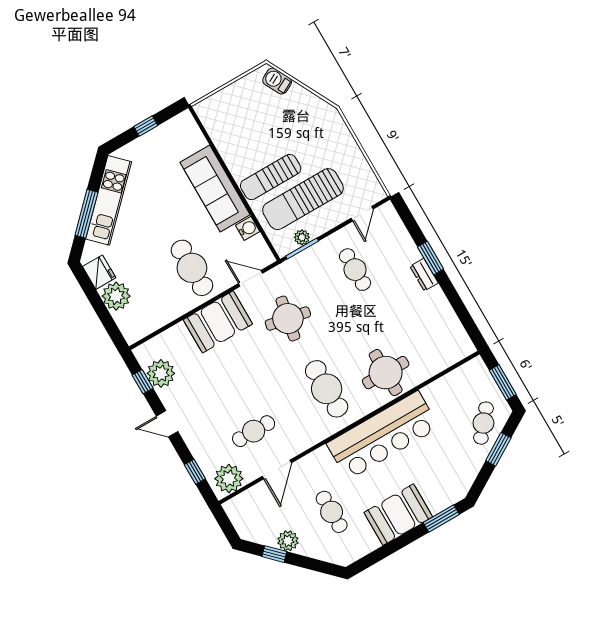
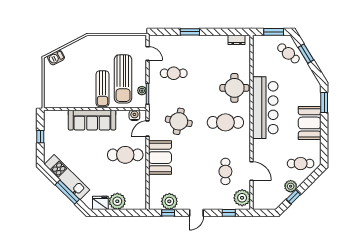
water cooler: (248, 228) -> (134, 115), moved
dresser: (424, 275) -> (237, 40), moved
cafe table: (332, 512) -> (301, 164), moved

